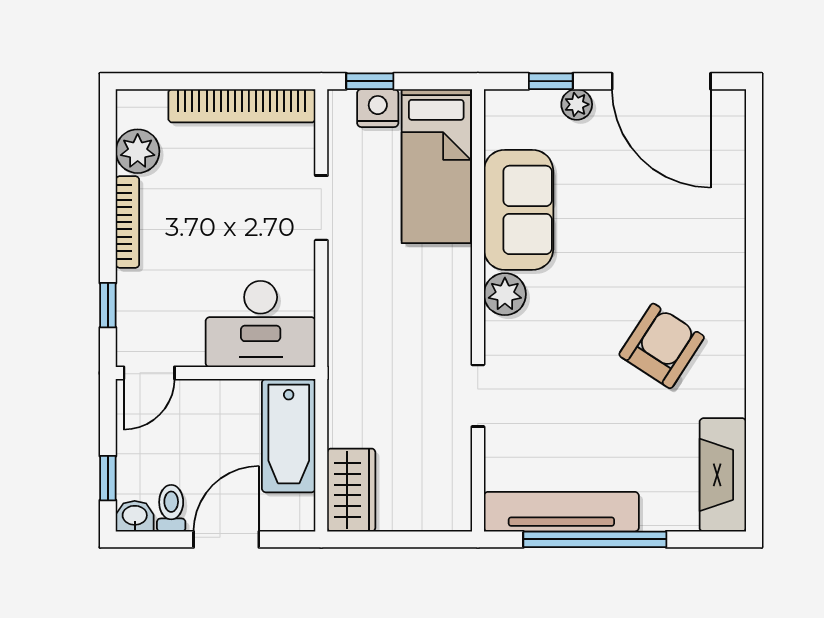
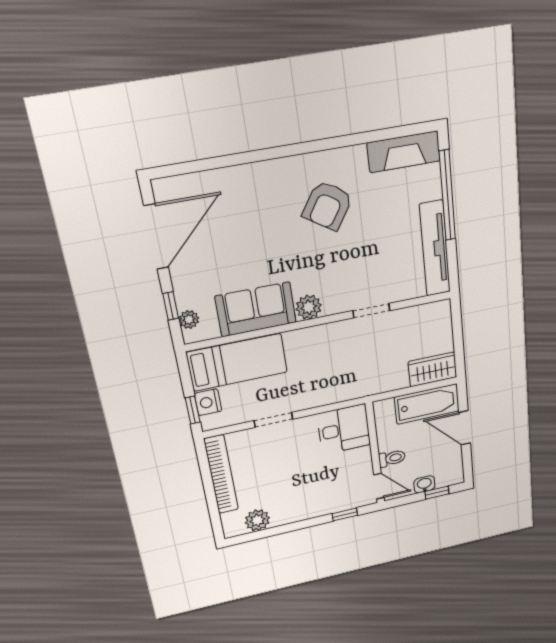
plant: (577, 104) -> (189, 320), moved
bookcase: (127, 222) -> (298, 516), removed
desk: (261, 324) -> (344, 429), width x0.73
armchair: (662, 346) -> (328, 206), turned -90
bathtub: (289, 436) -> (427, 404), moved
toilet: (171, 508) -> (392, 458), moved, turned 180
washbasin: (135, 516) -> (424, 484), moved, turned 90
window: (595, 539) -> (447, 195), moved

